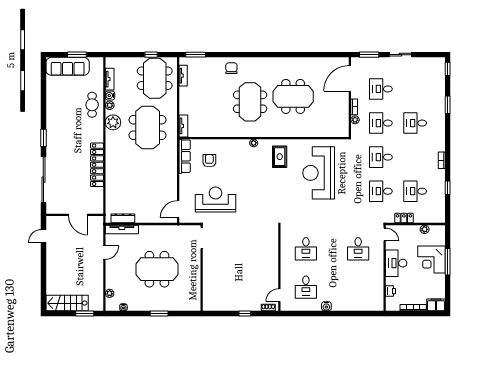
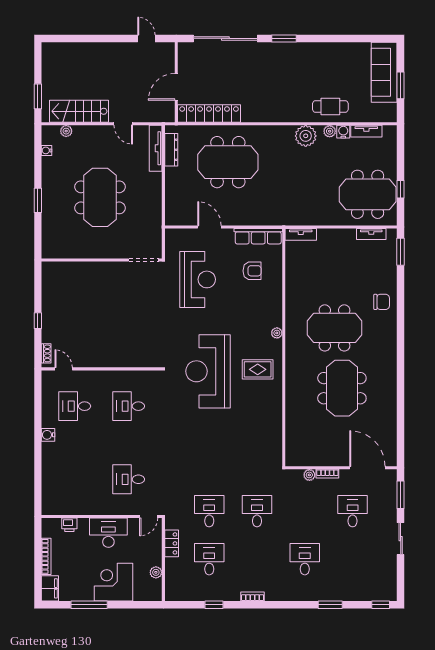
desk: (381, 123) -> (305, 511), removed
meeting table: (148, 127) -> (228, 162), moved
locker: (97, 165) -> (209, 113), moved
reception desk: (319, 173) -> (208, 371), moved, turned -90
door: (178, 209) -> (209, 227), moved
window: (448, 262) -> (89, 605), moved
stairs: (67, 303) -> (79, 111), moved, turned -90

